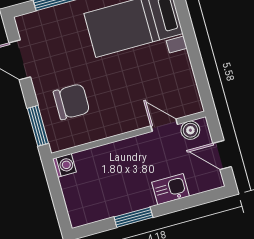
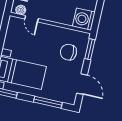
washing machine: (64, 165) -> (84, 19), width x1.89, depth x1.89

